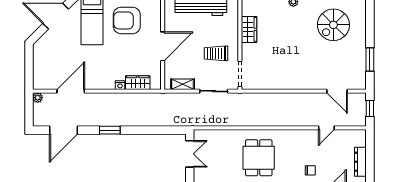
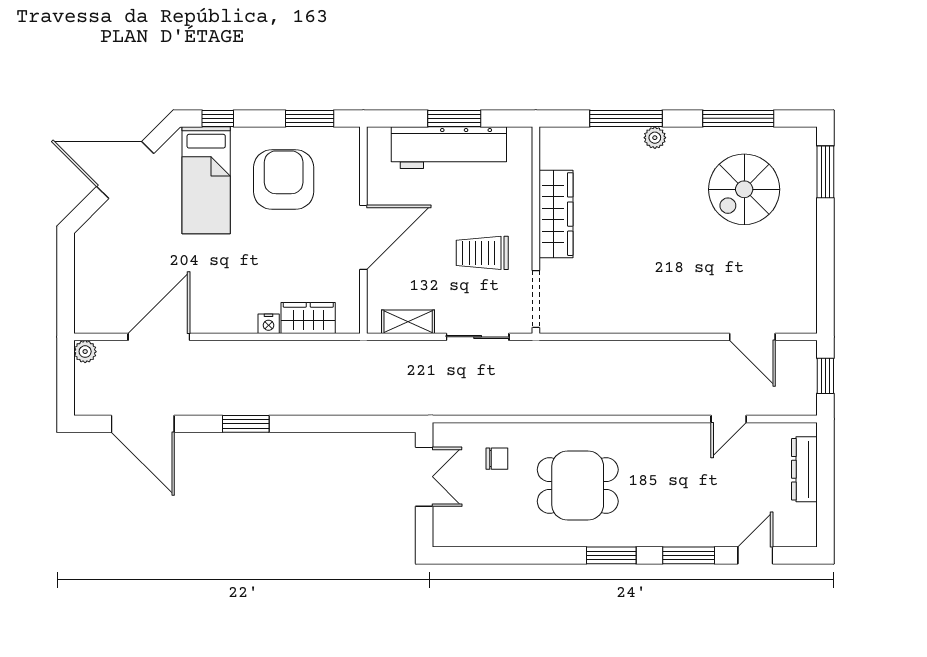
armchair: (127, 20) -> (284, 180), turned 90
wardrobe: (249, 29) -> (556, 214), width x1.50
window: (370, 59) -> (825, 172), moved
door: (64, 130) -> (143, 424), hinge flipped
dining table: (259, 158) -> (578, 486), turned 90
dresser: (360, 162) -> (804, 469), moved
chair: (310, 170) -> (497, 459), moved

